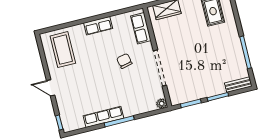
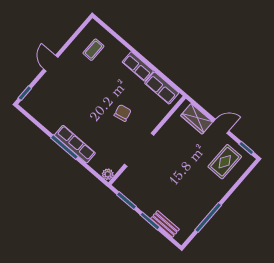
row of seats: (141, 28) -> (162, 88), moved, turned -90
coffee table: (63, 50) -> (93, 50), width x0.54, depth x0.58
bench: (238, 85) -> (165, 224), moved
row of seats: (103, 117) -> (75, 144), moved

